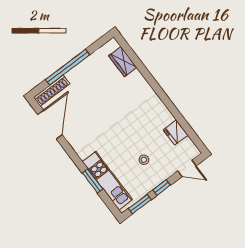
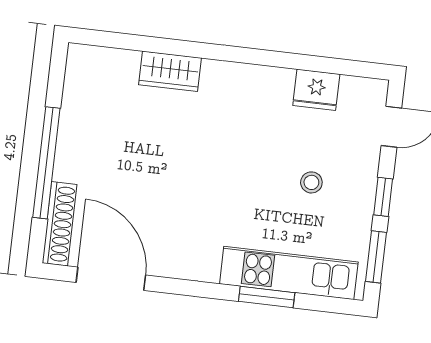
wardrobe: (123, 62) -> (170, 71), moved

